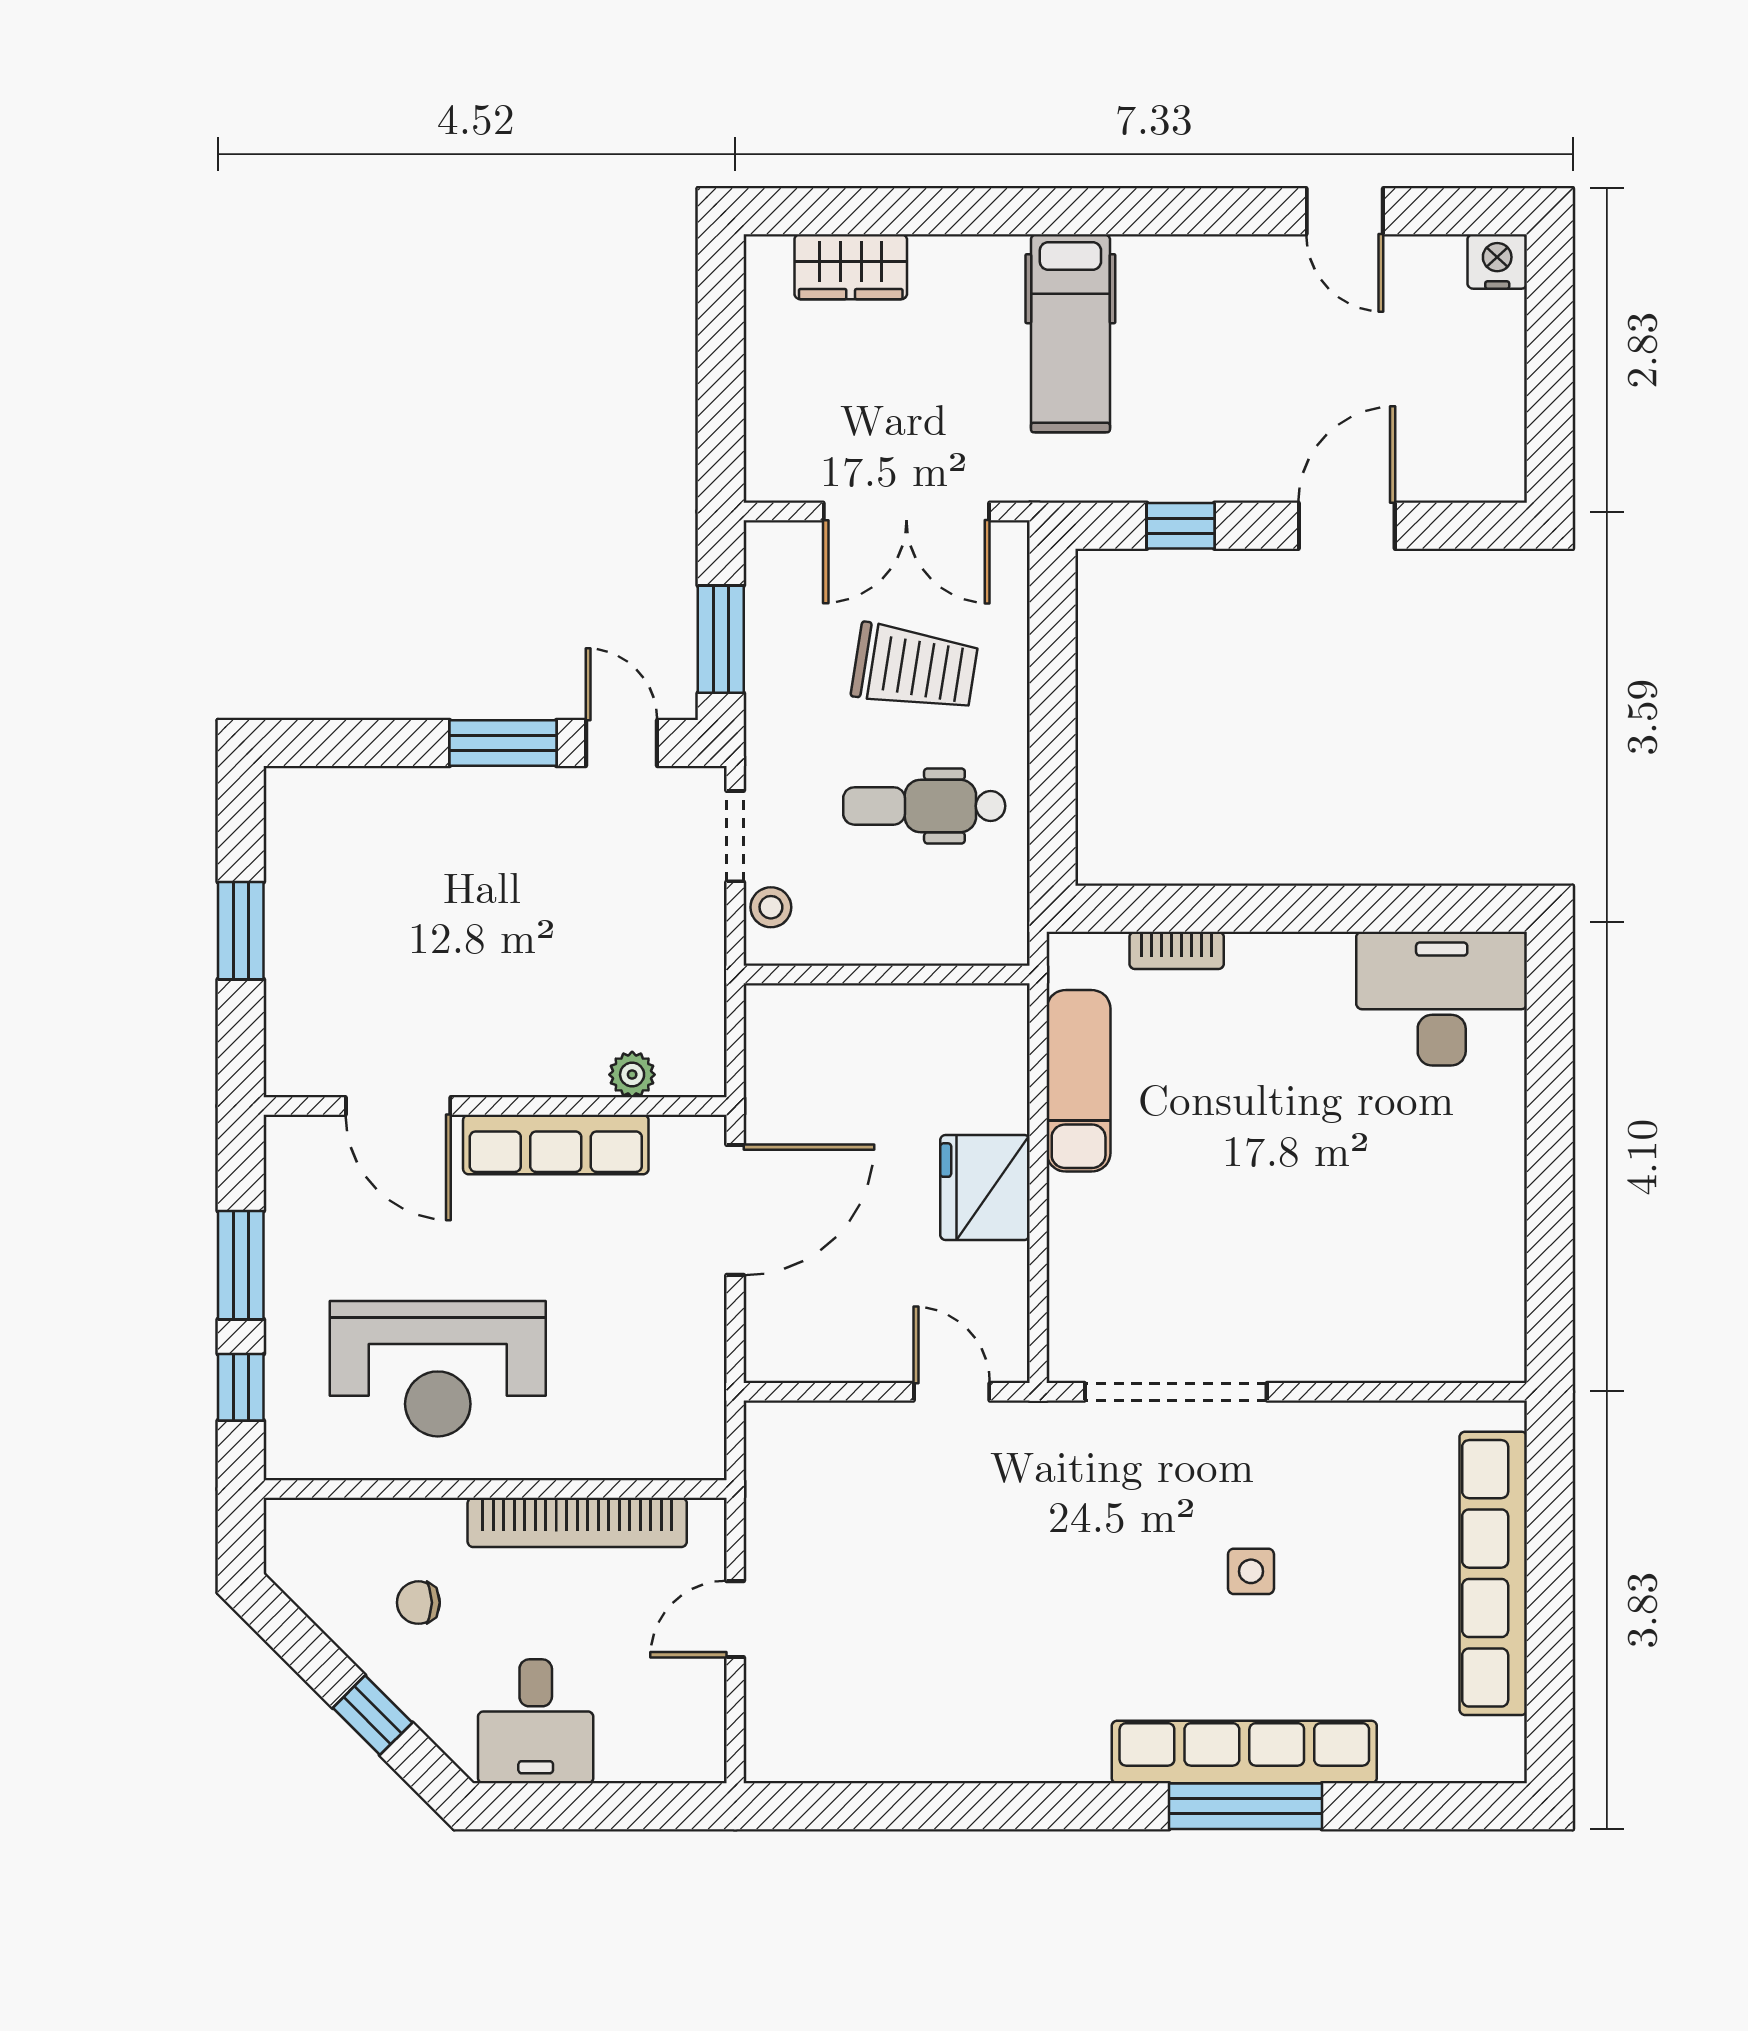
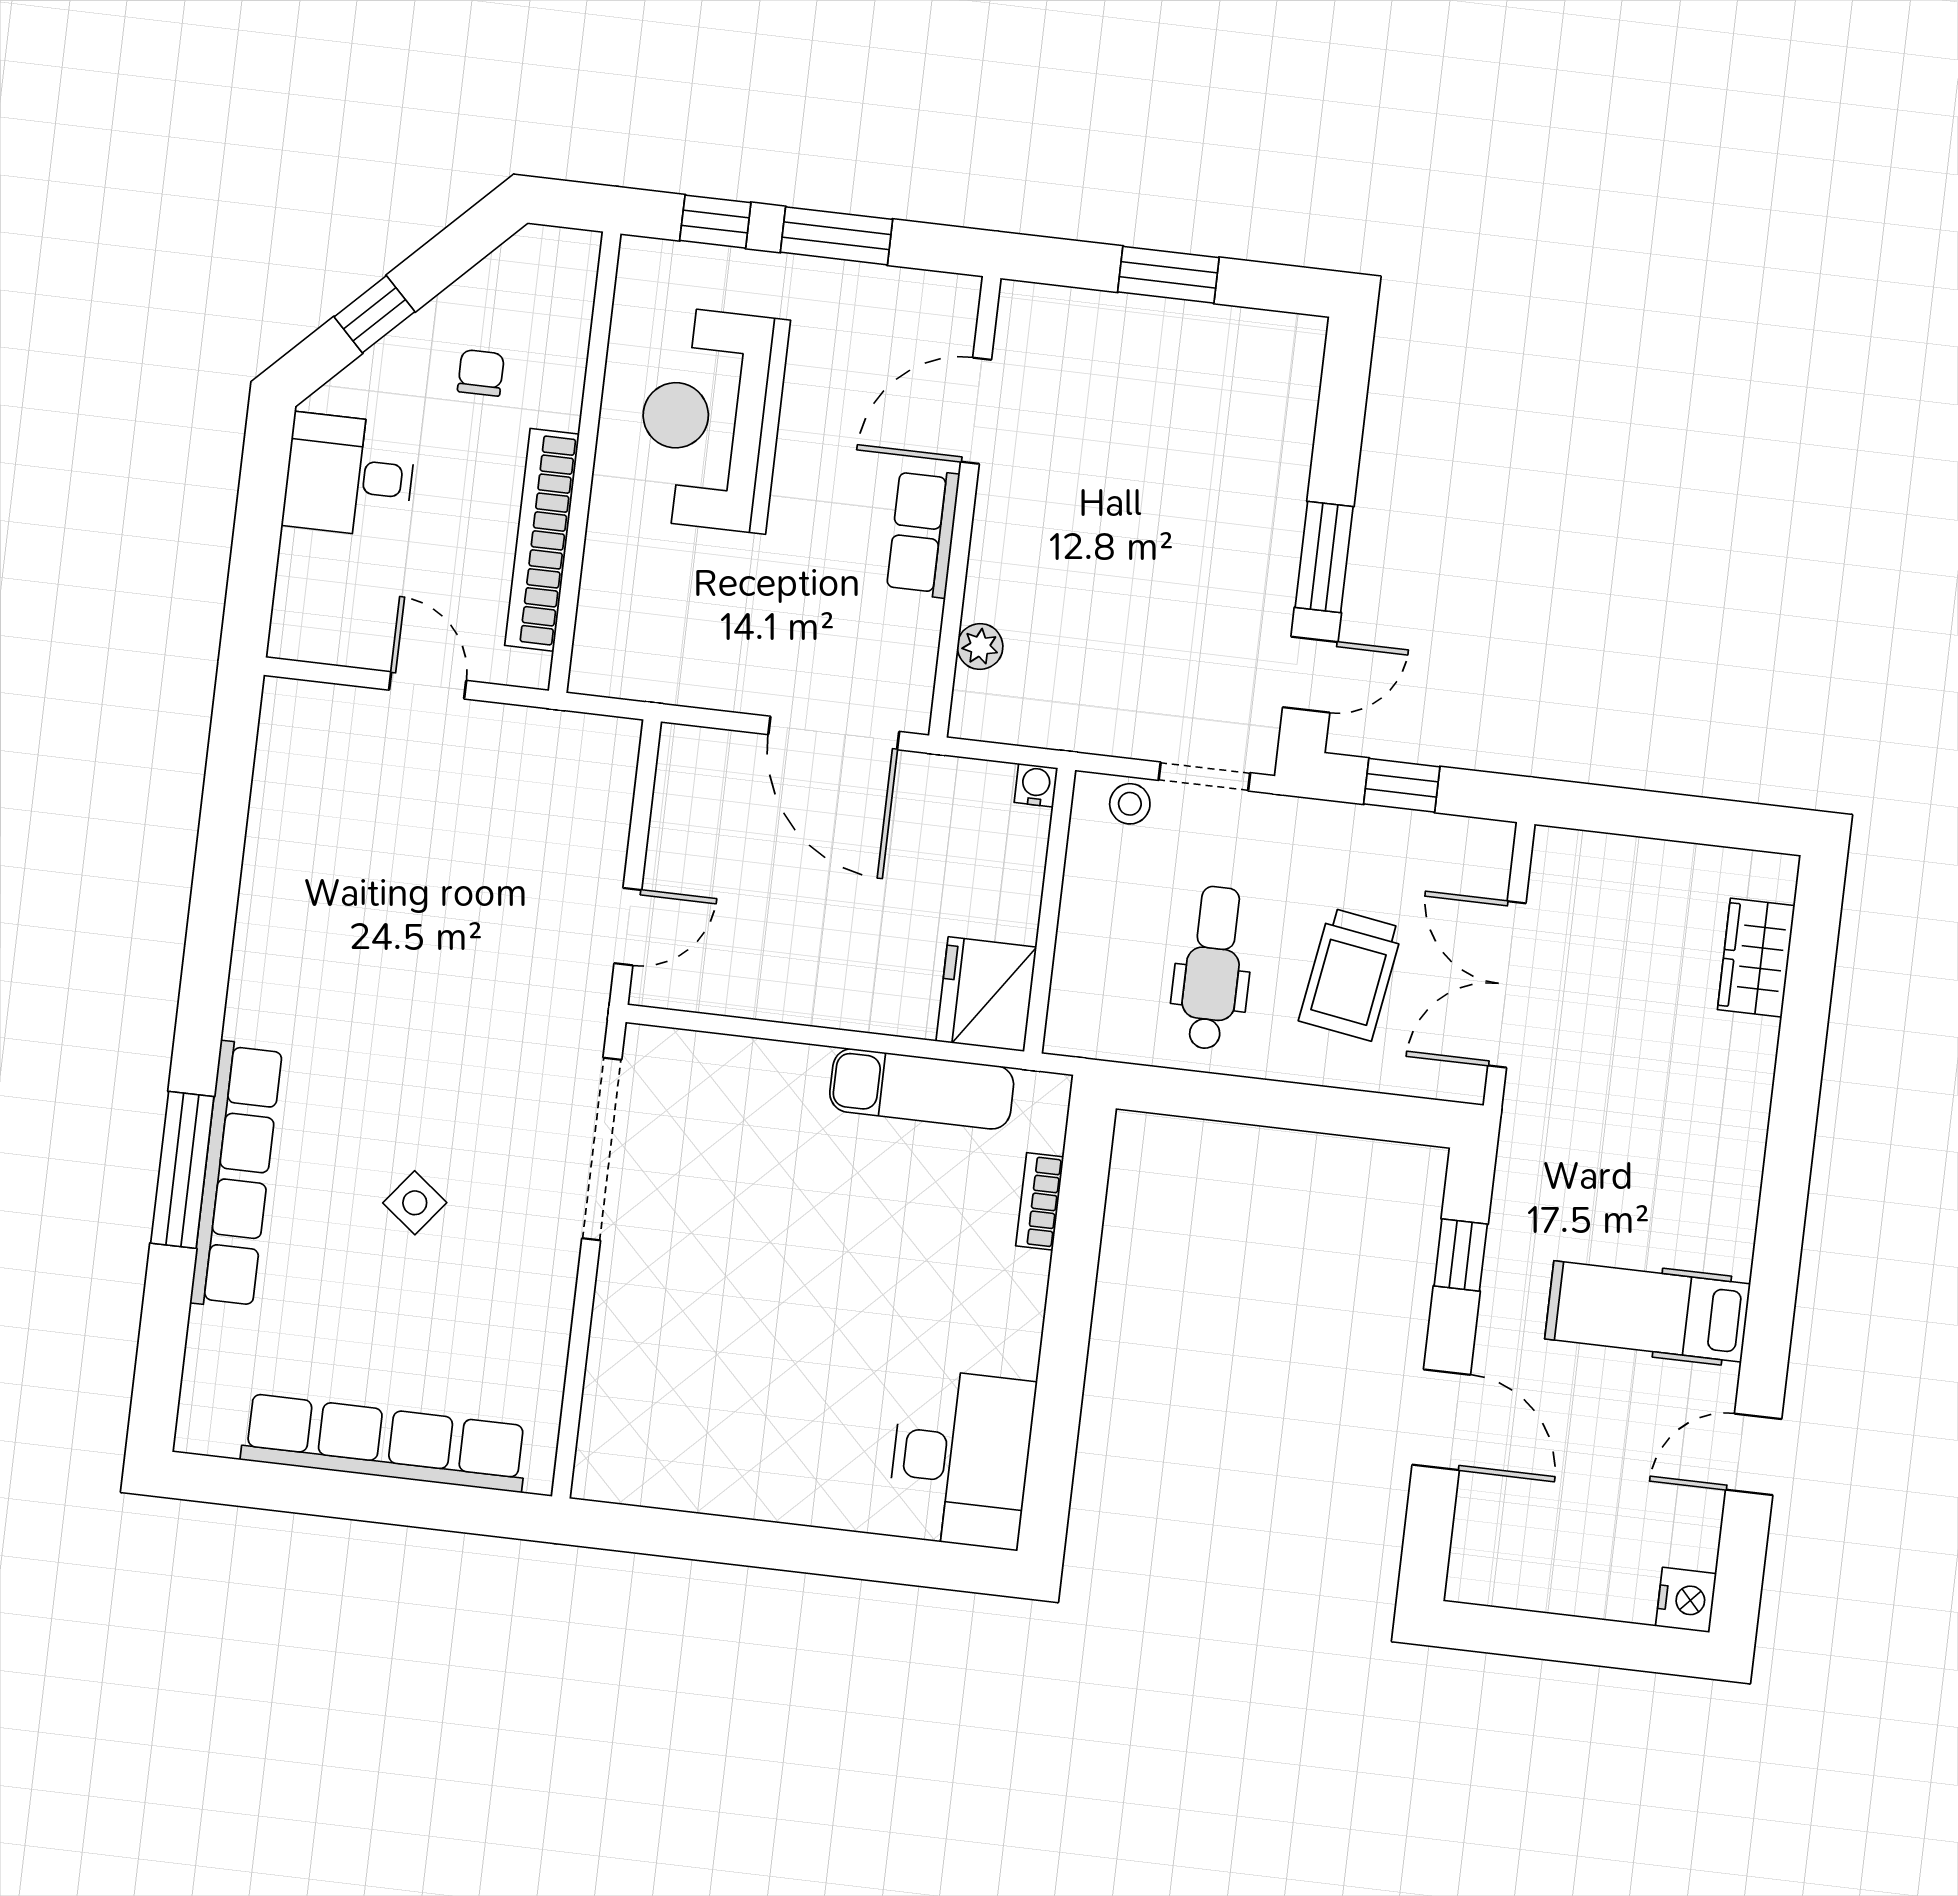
hospital bed: (1070, 333) -> (1648, 1311), moved
window: (721, 639) -> (1402, 785), width x0.67
water cooler: (763, 1003) -> (1036, 785), added
row of seats: (556, 1144) -> (923, 533), width x0.68
fridge: (985, 1187) -> (986, 994), moved, turned -90
side table: (1251, 1571) -> (415, 1203), turned 38

